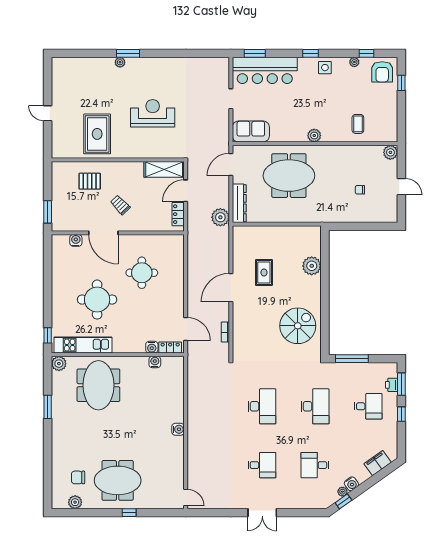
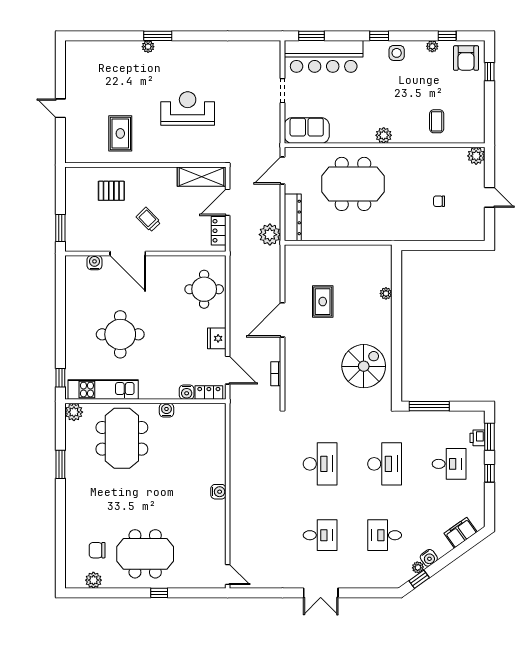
rug: (97, 134) -> (120, 133), width x0.73, depth x0.70
plant: (312, 266) -> (386, 293), width x0.53, depth x0.53
round table: (142, 273) -> (204, 289), moved
fridge: (177, 303) -> (217, 338), added
water cooler: (155, 362) -> (166, 410), moved

